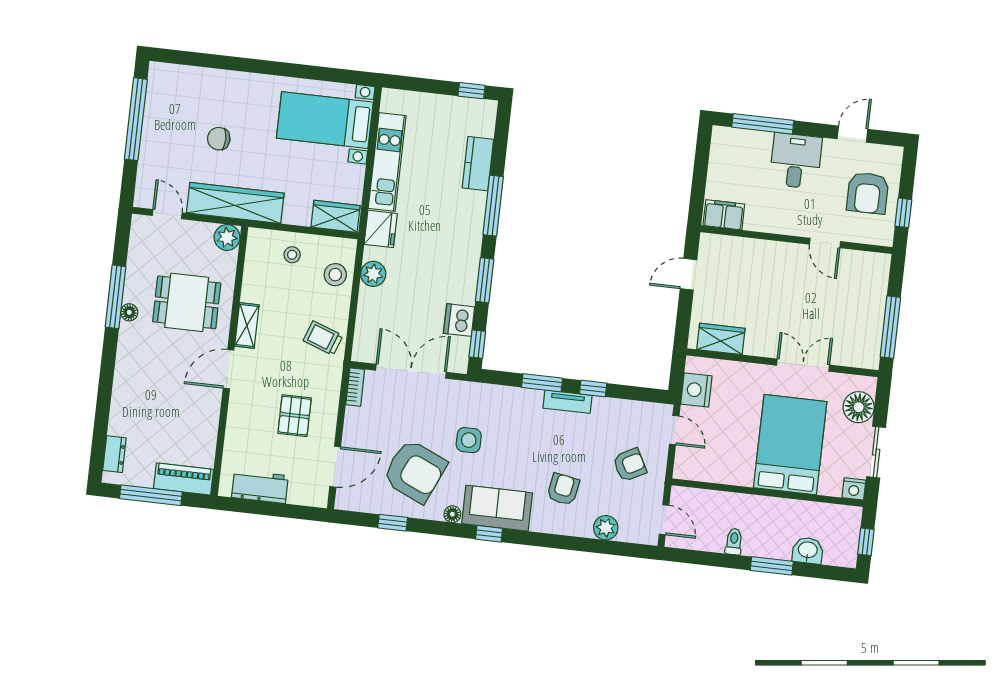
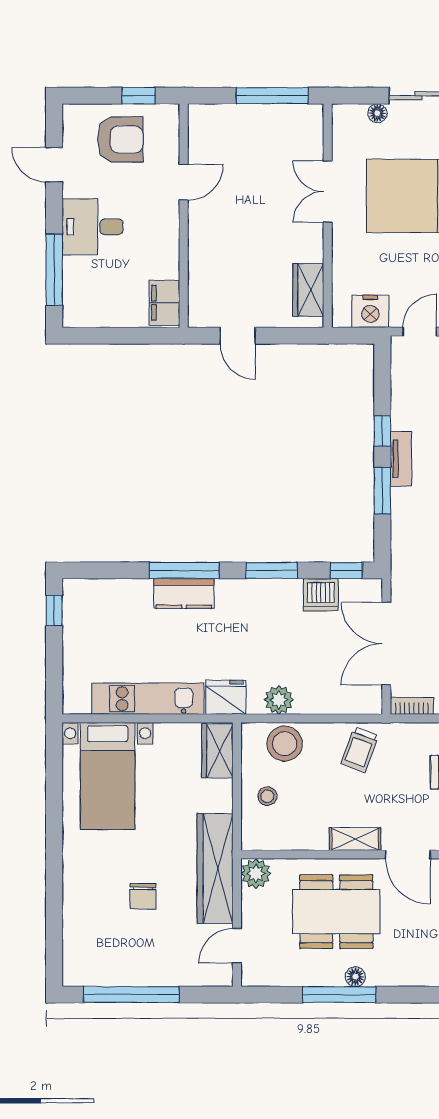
kitchen counter: (478, 164) -> (184, 593), moved
stool: (335, 275) -> (285, 744), width x1.38, depth x1.38
dining table: (187, 302) -> (336, 912), width x1.38
floor lamp: (859, 407) -> (377, 113), width x0.53, depth x0.53

